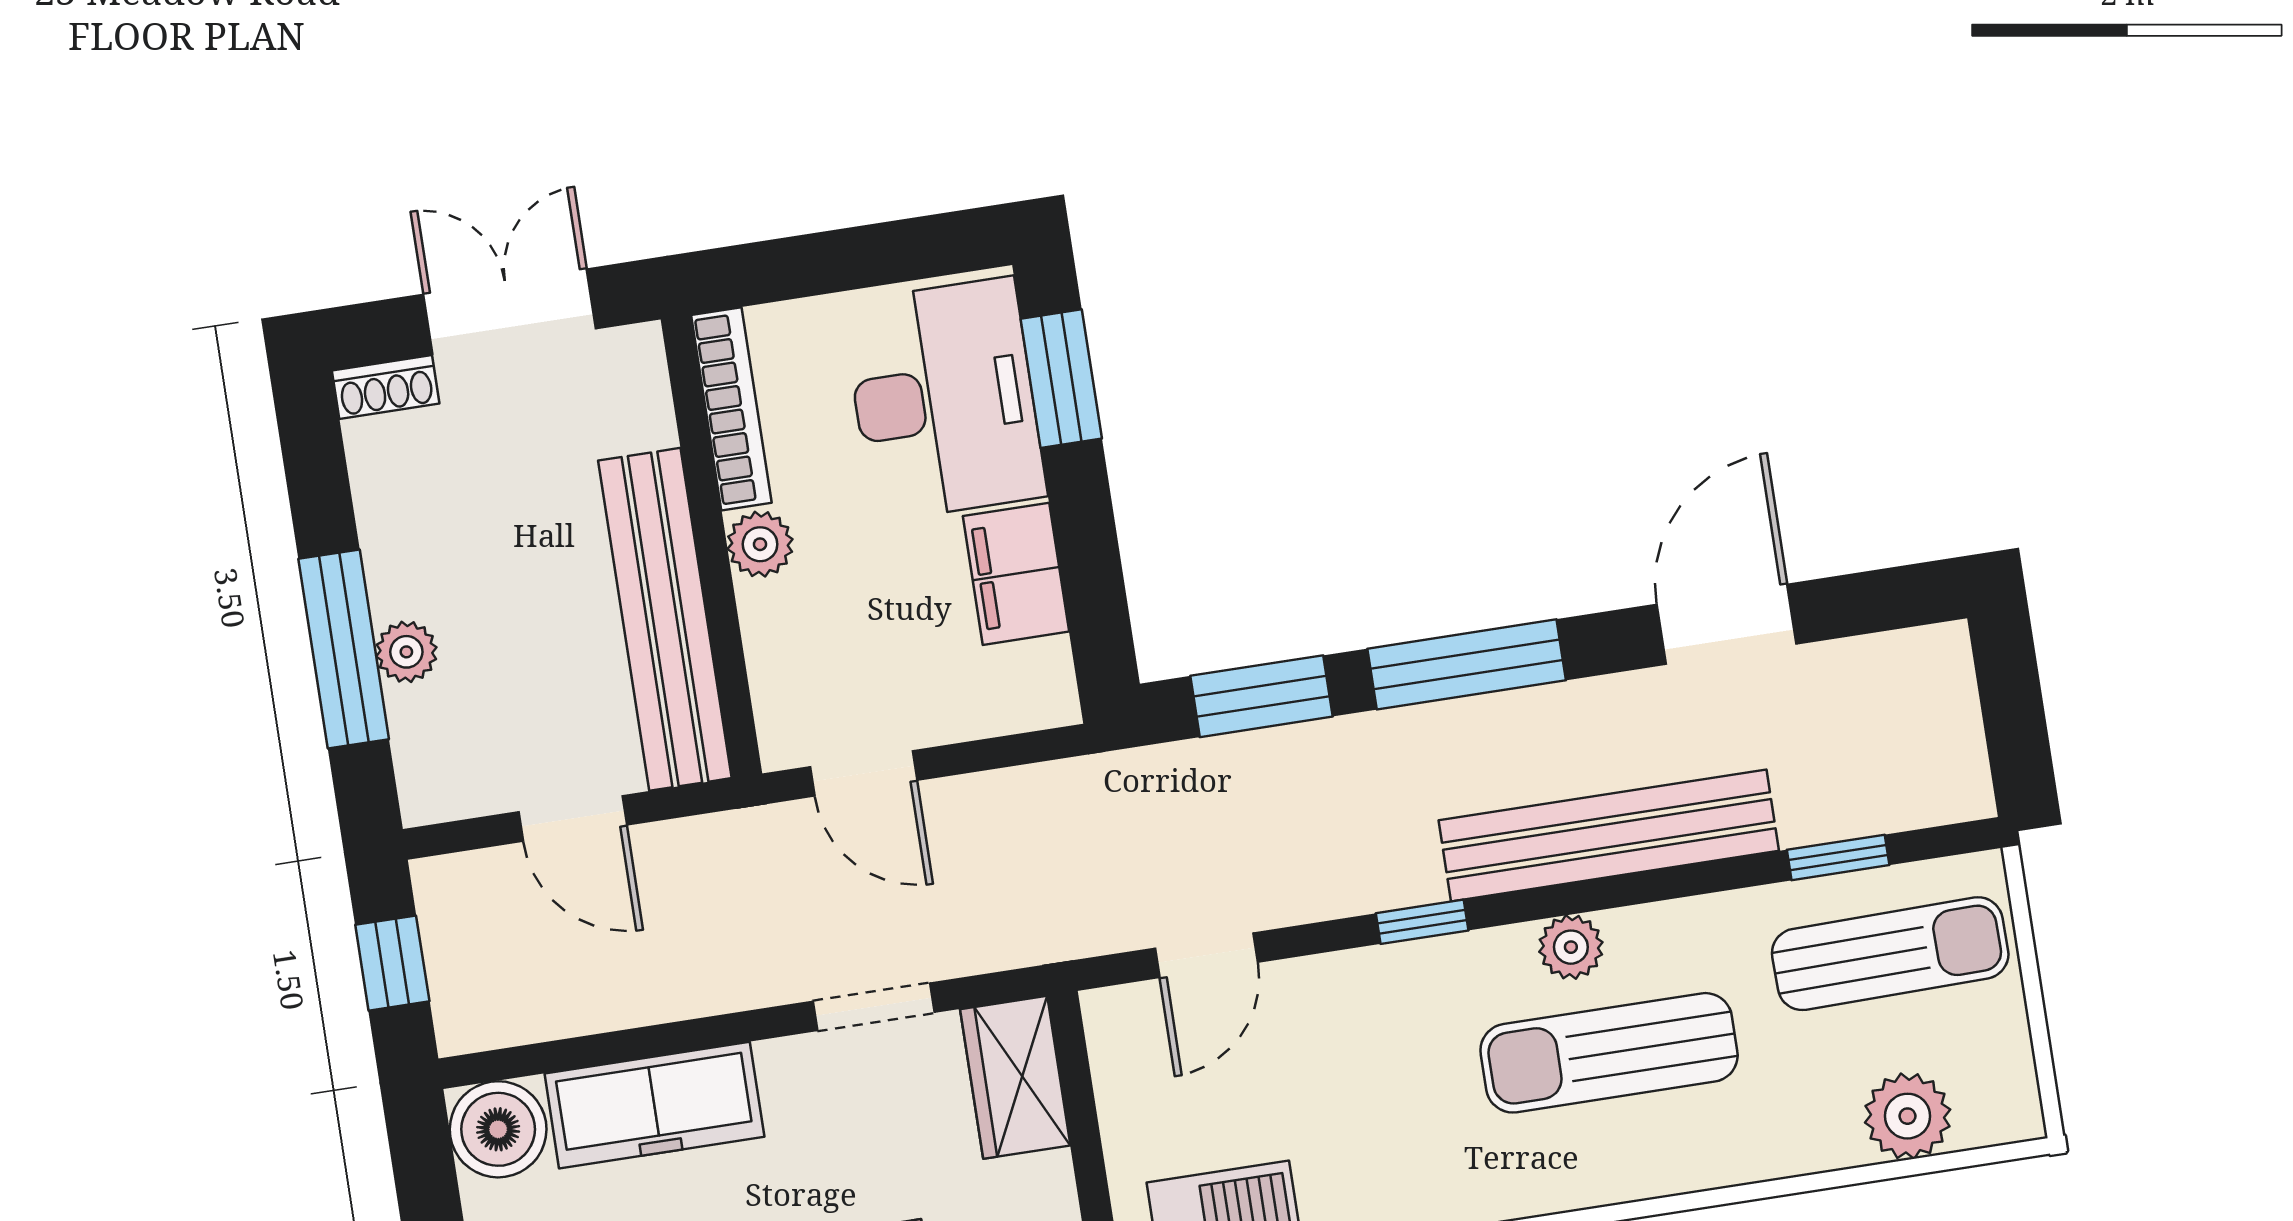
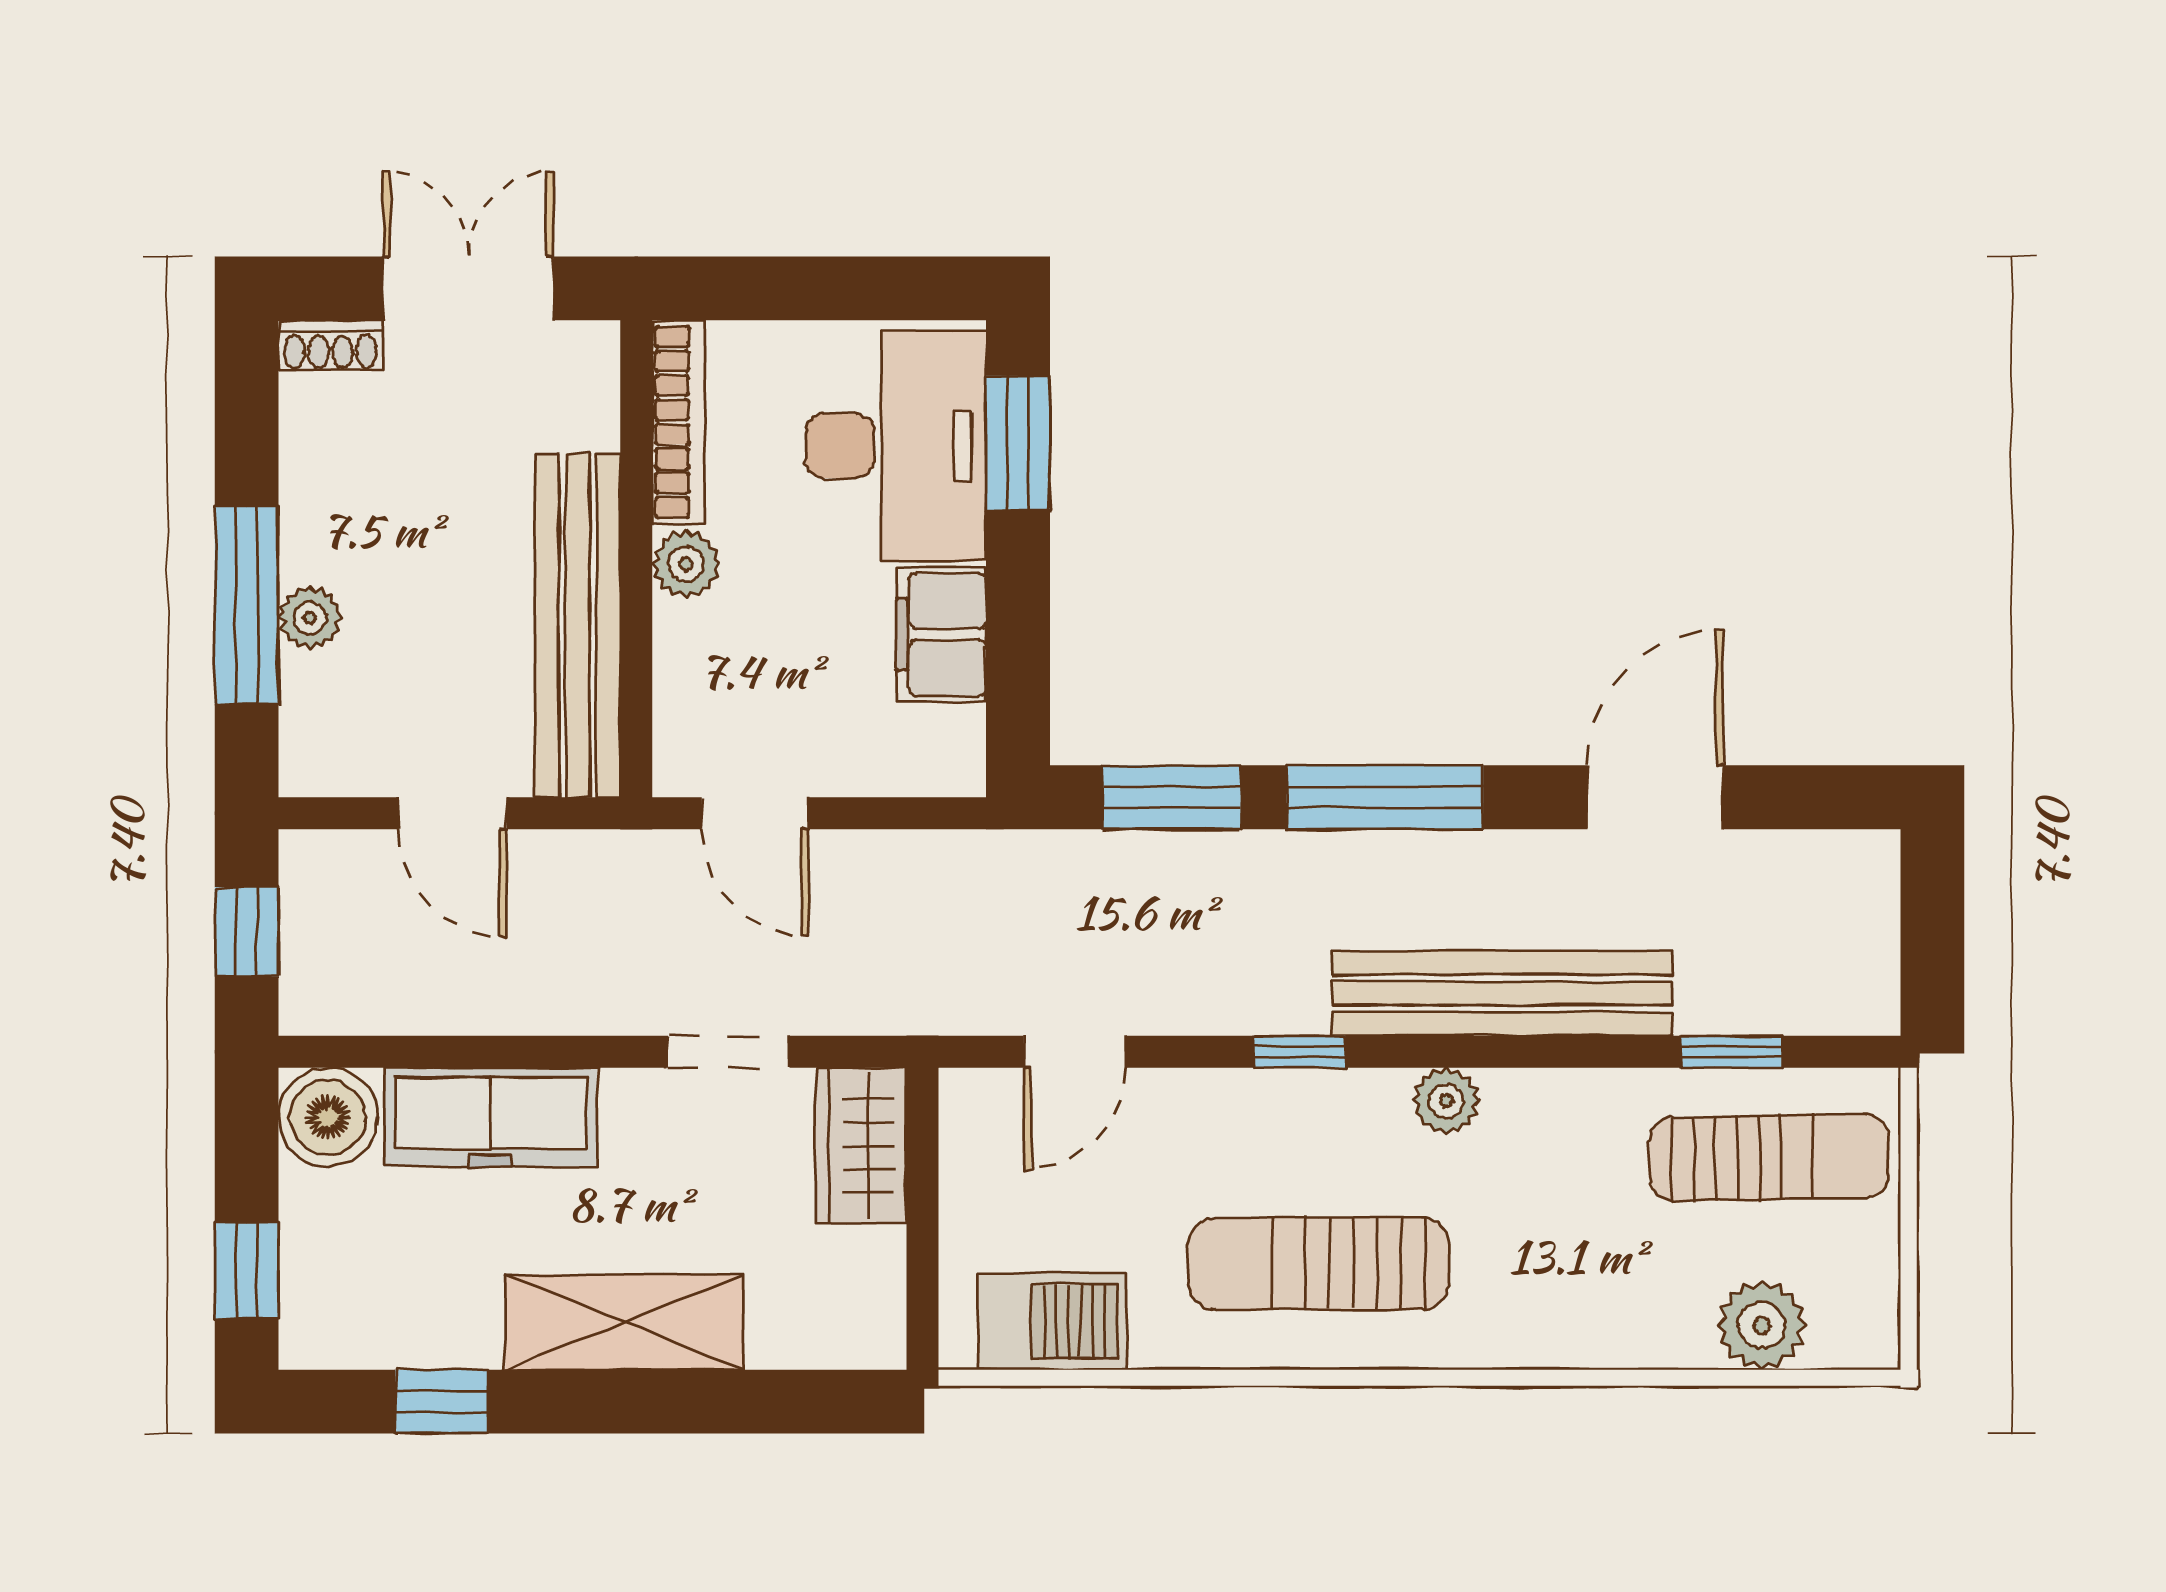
sun lounger: (1609, 1053) -> (1318, 1263), moved

